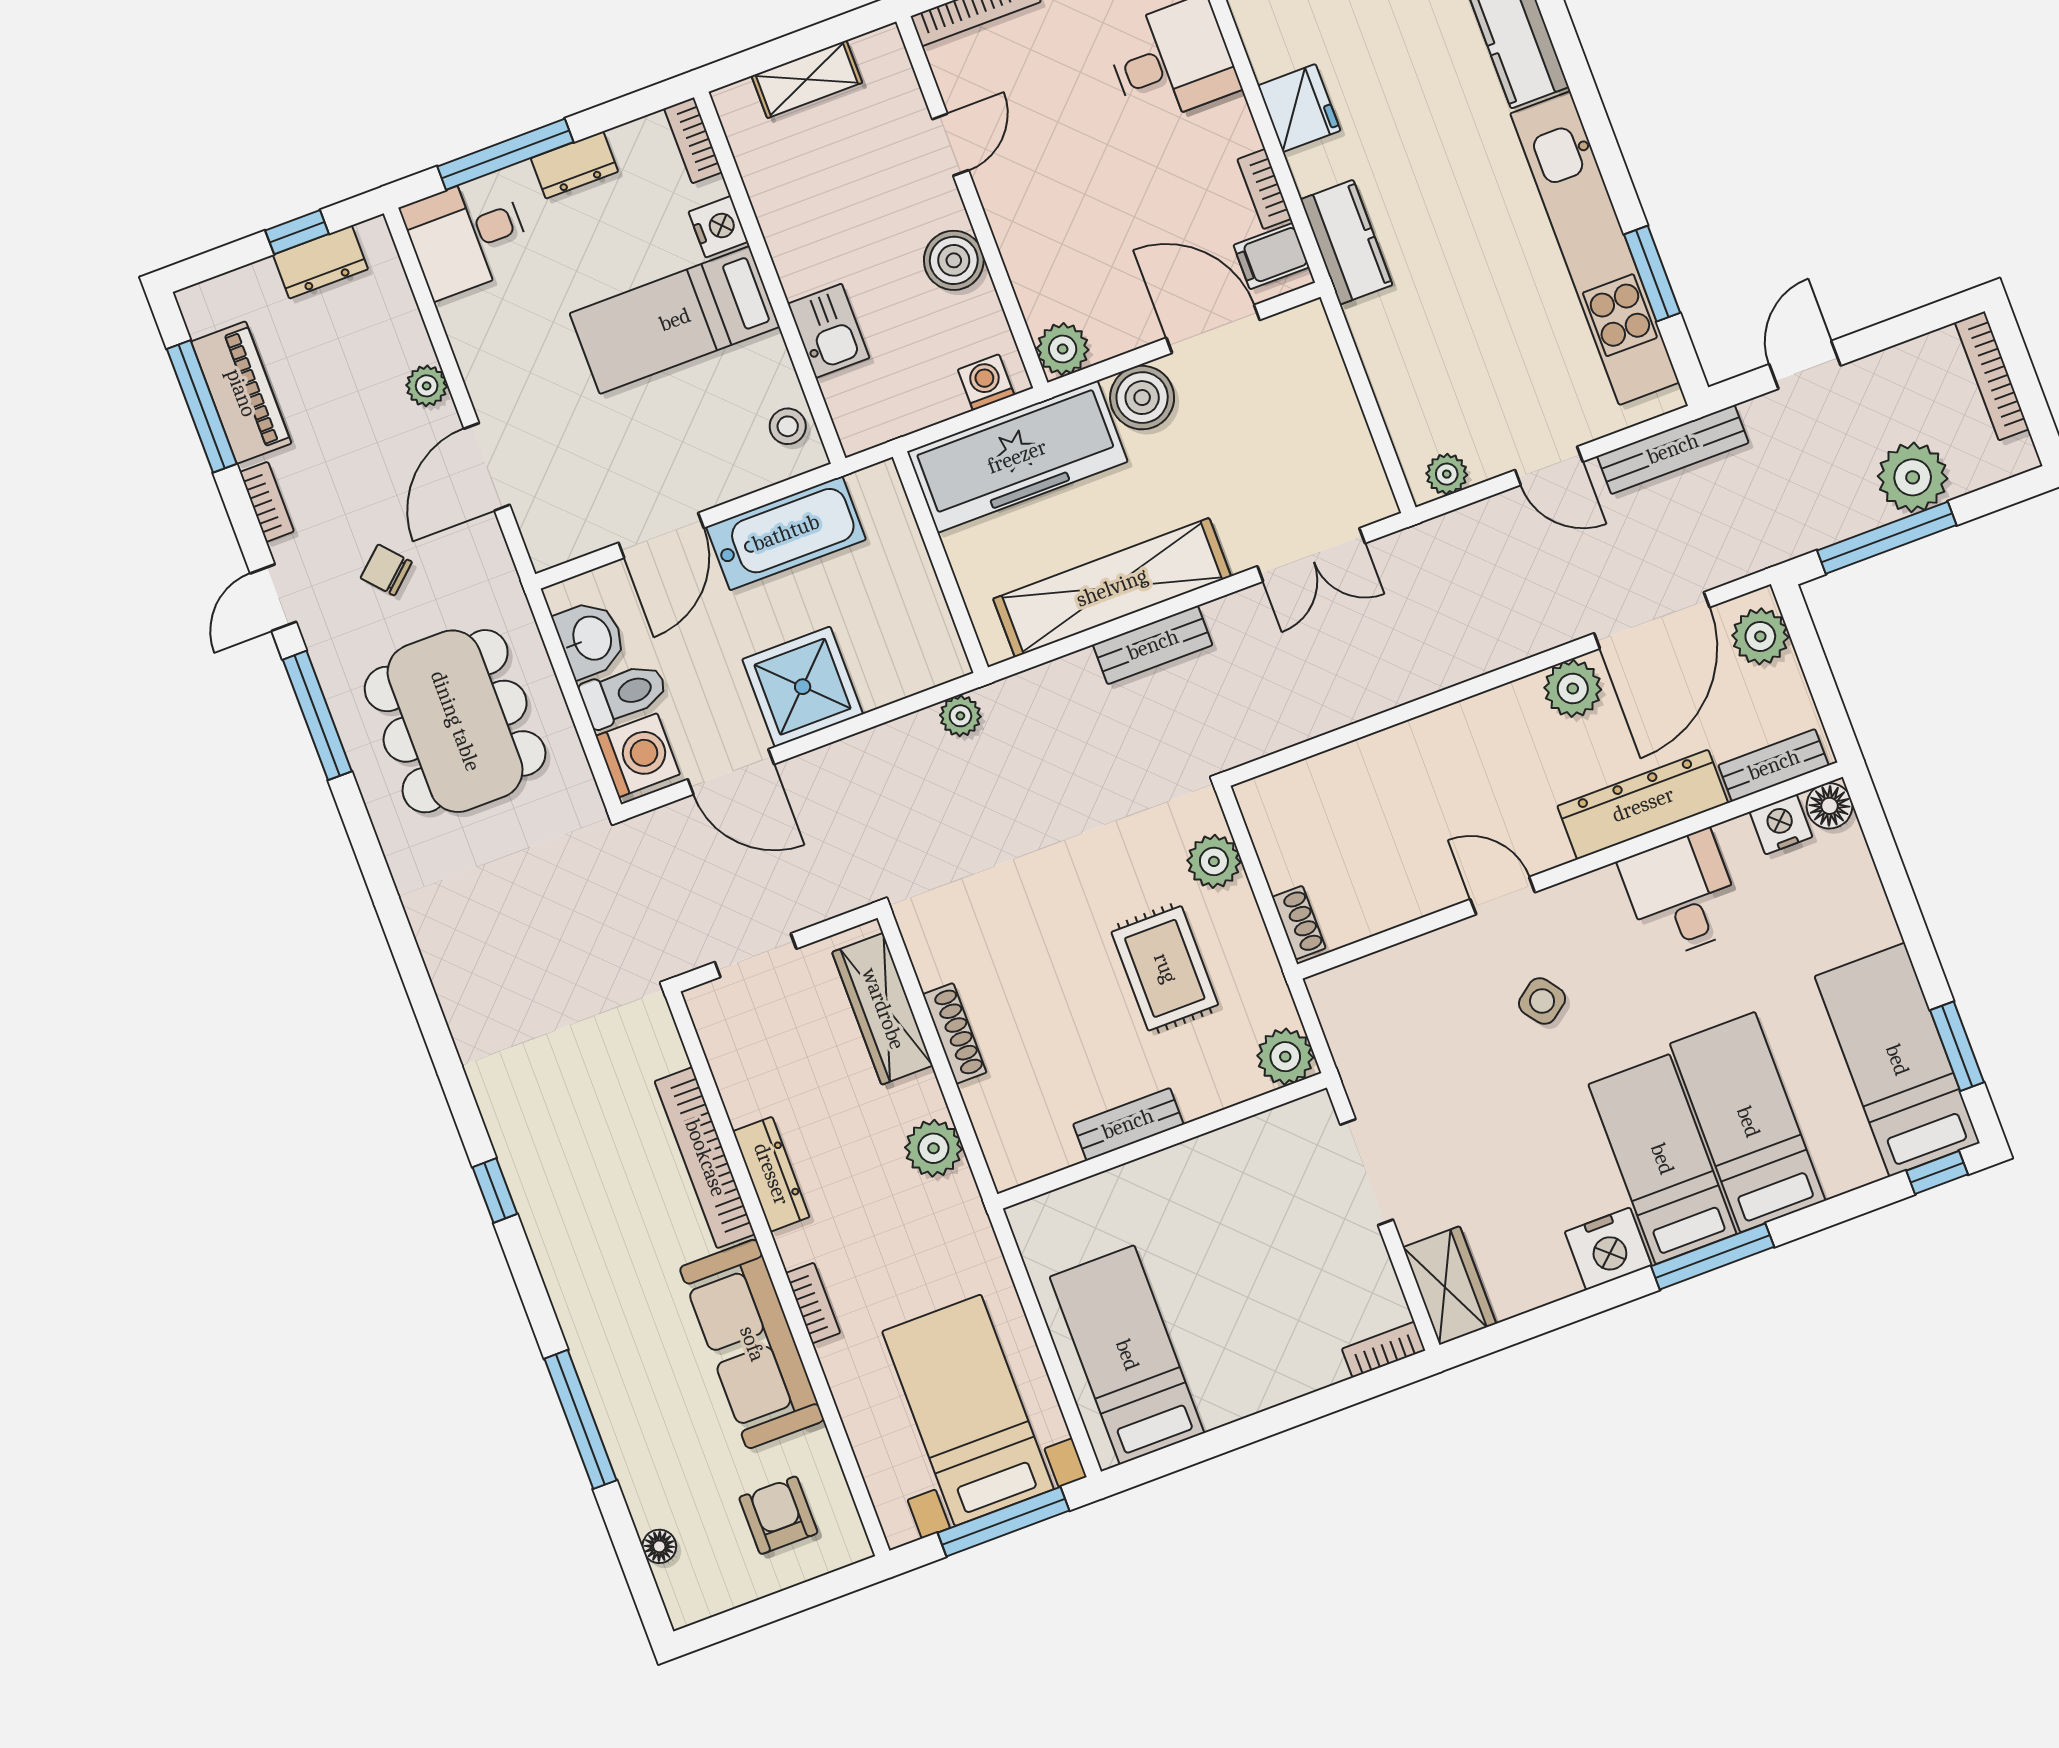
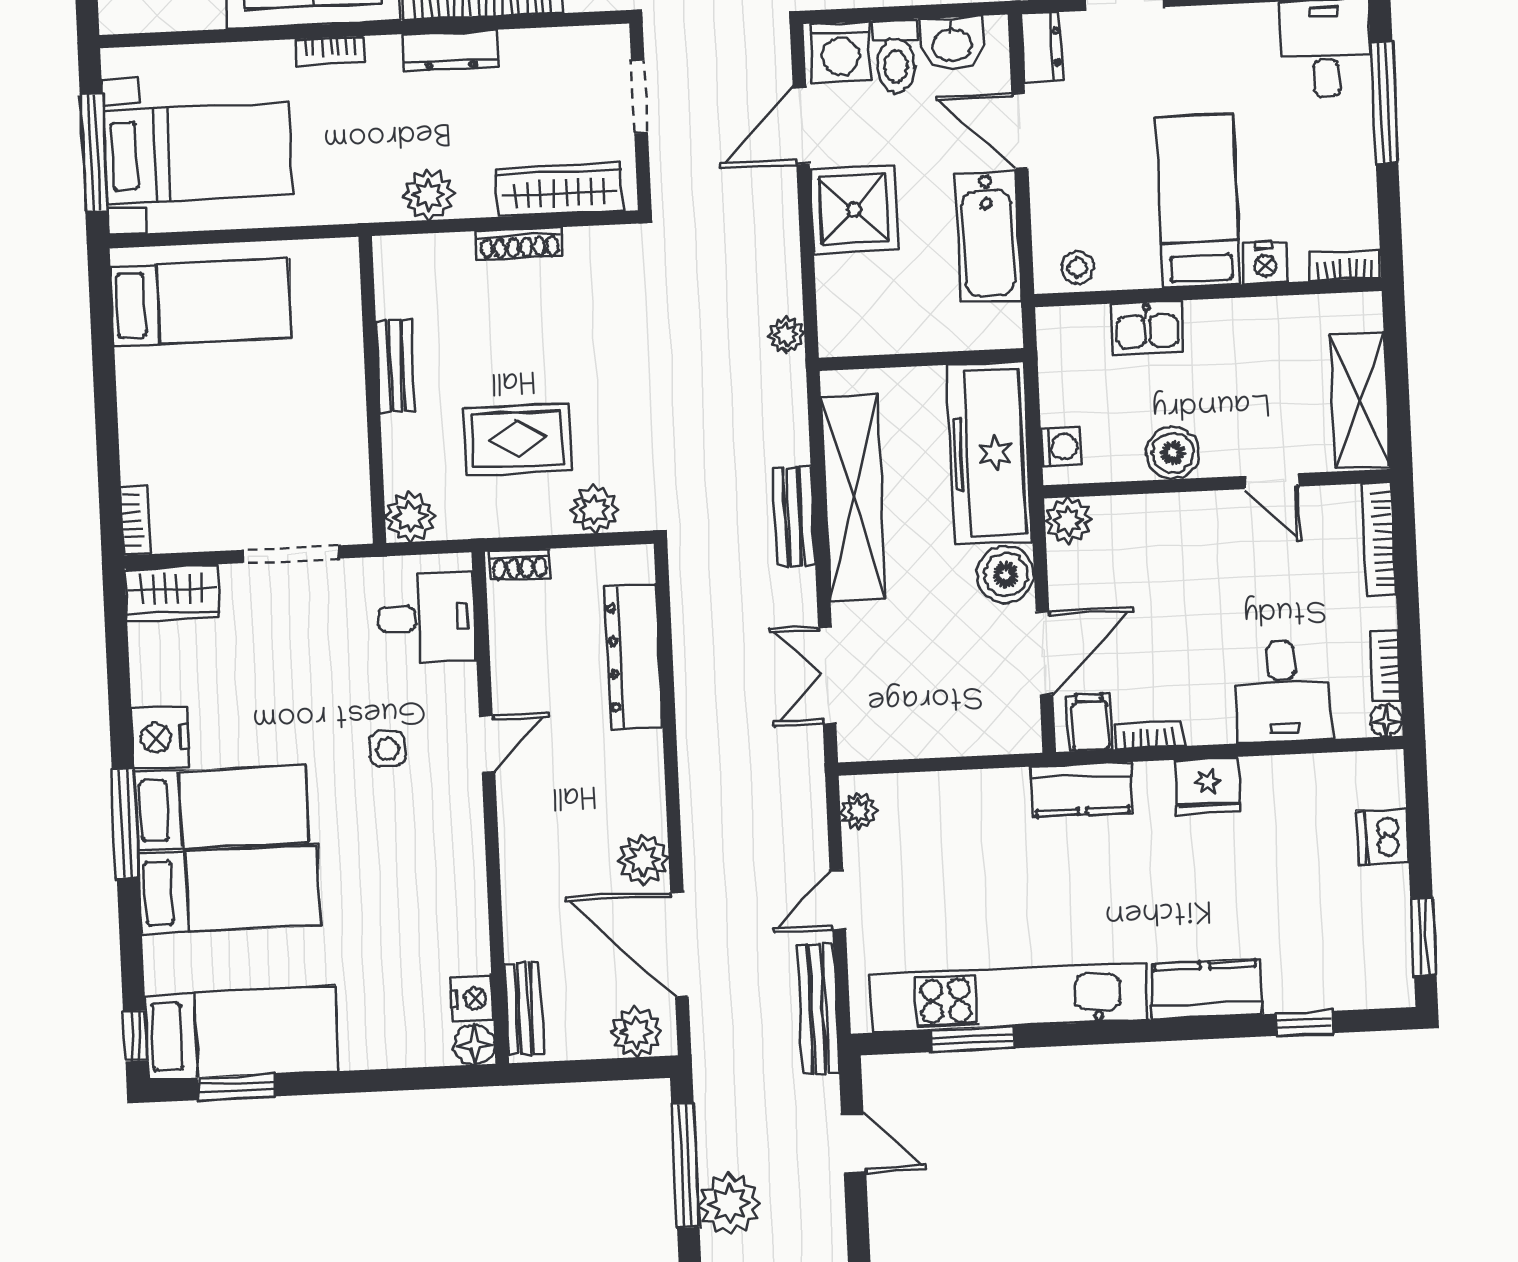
shelving: (807, 79) -> (1360, 400), width x1.50, depth x1.33
dresser: (574, 165) -> (1042, 47), moved, turned 180
dresser: (1643, 805) -> (634, 657), moved, turned 180
desk: (1682, 894) -> (427, 618), moved
side table: (1542, 1001) -> (388, 749), turned 37

